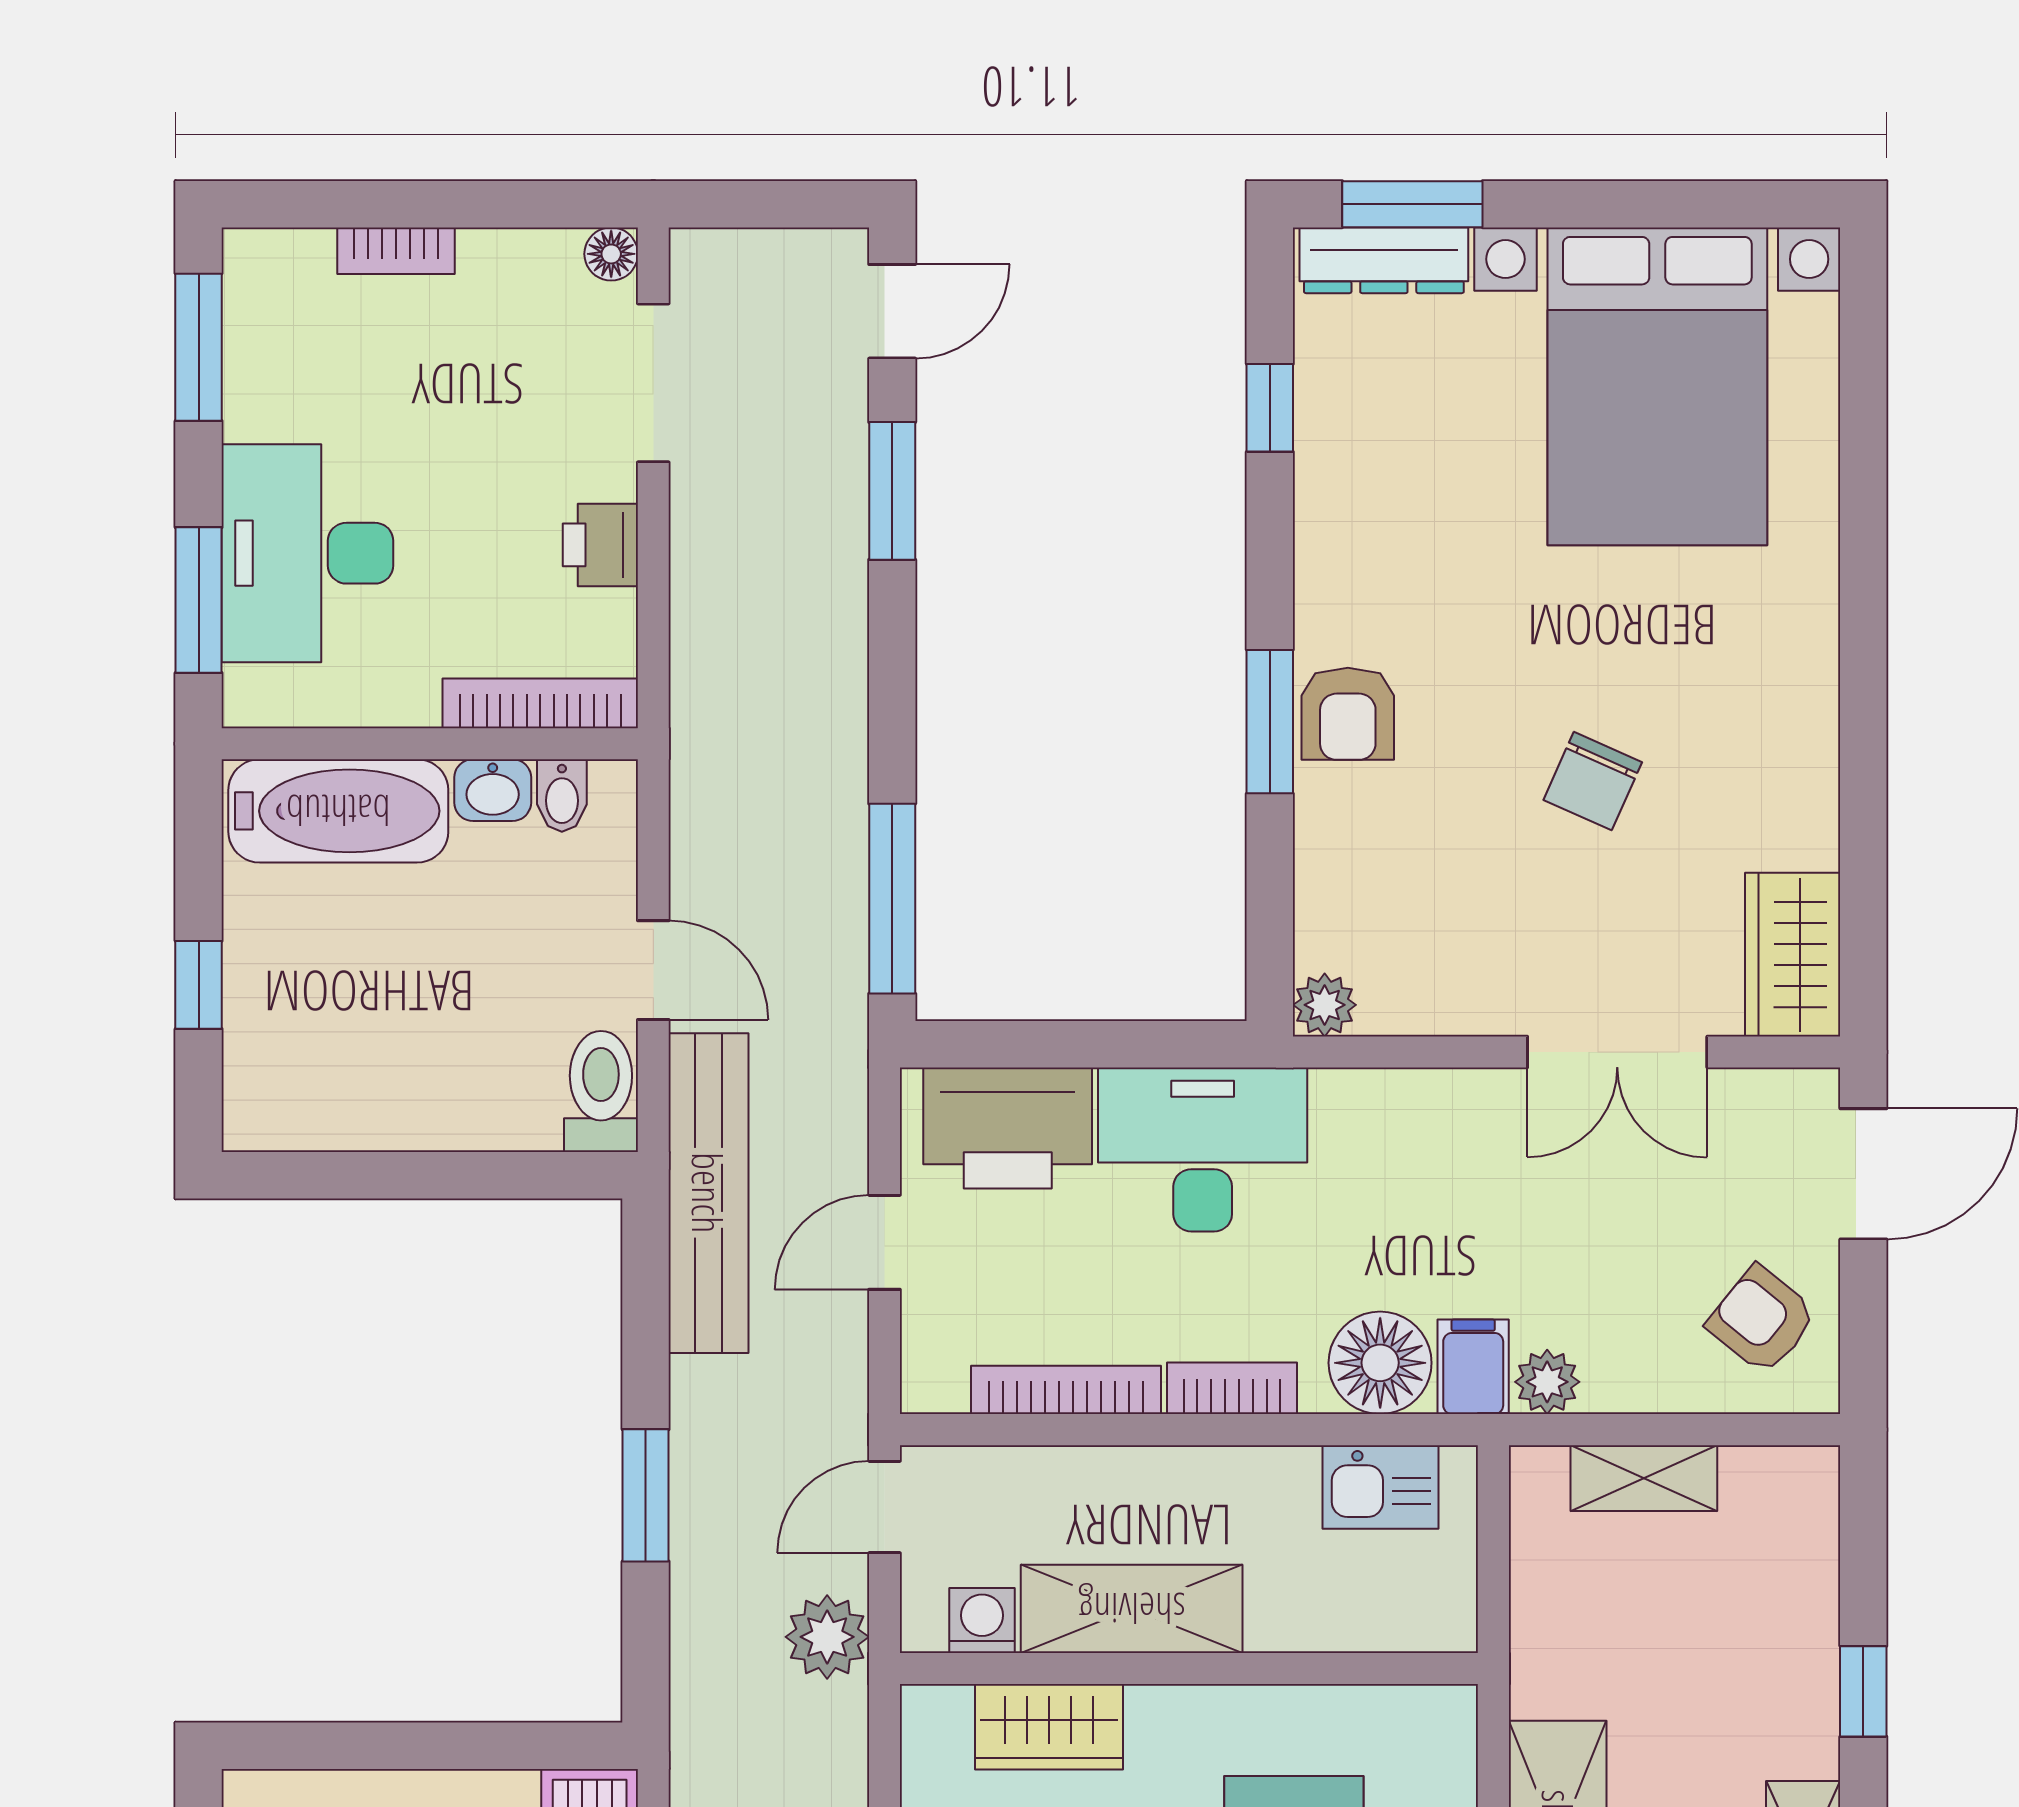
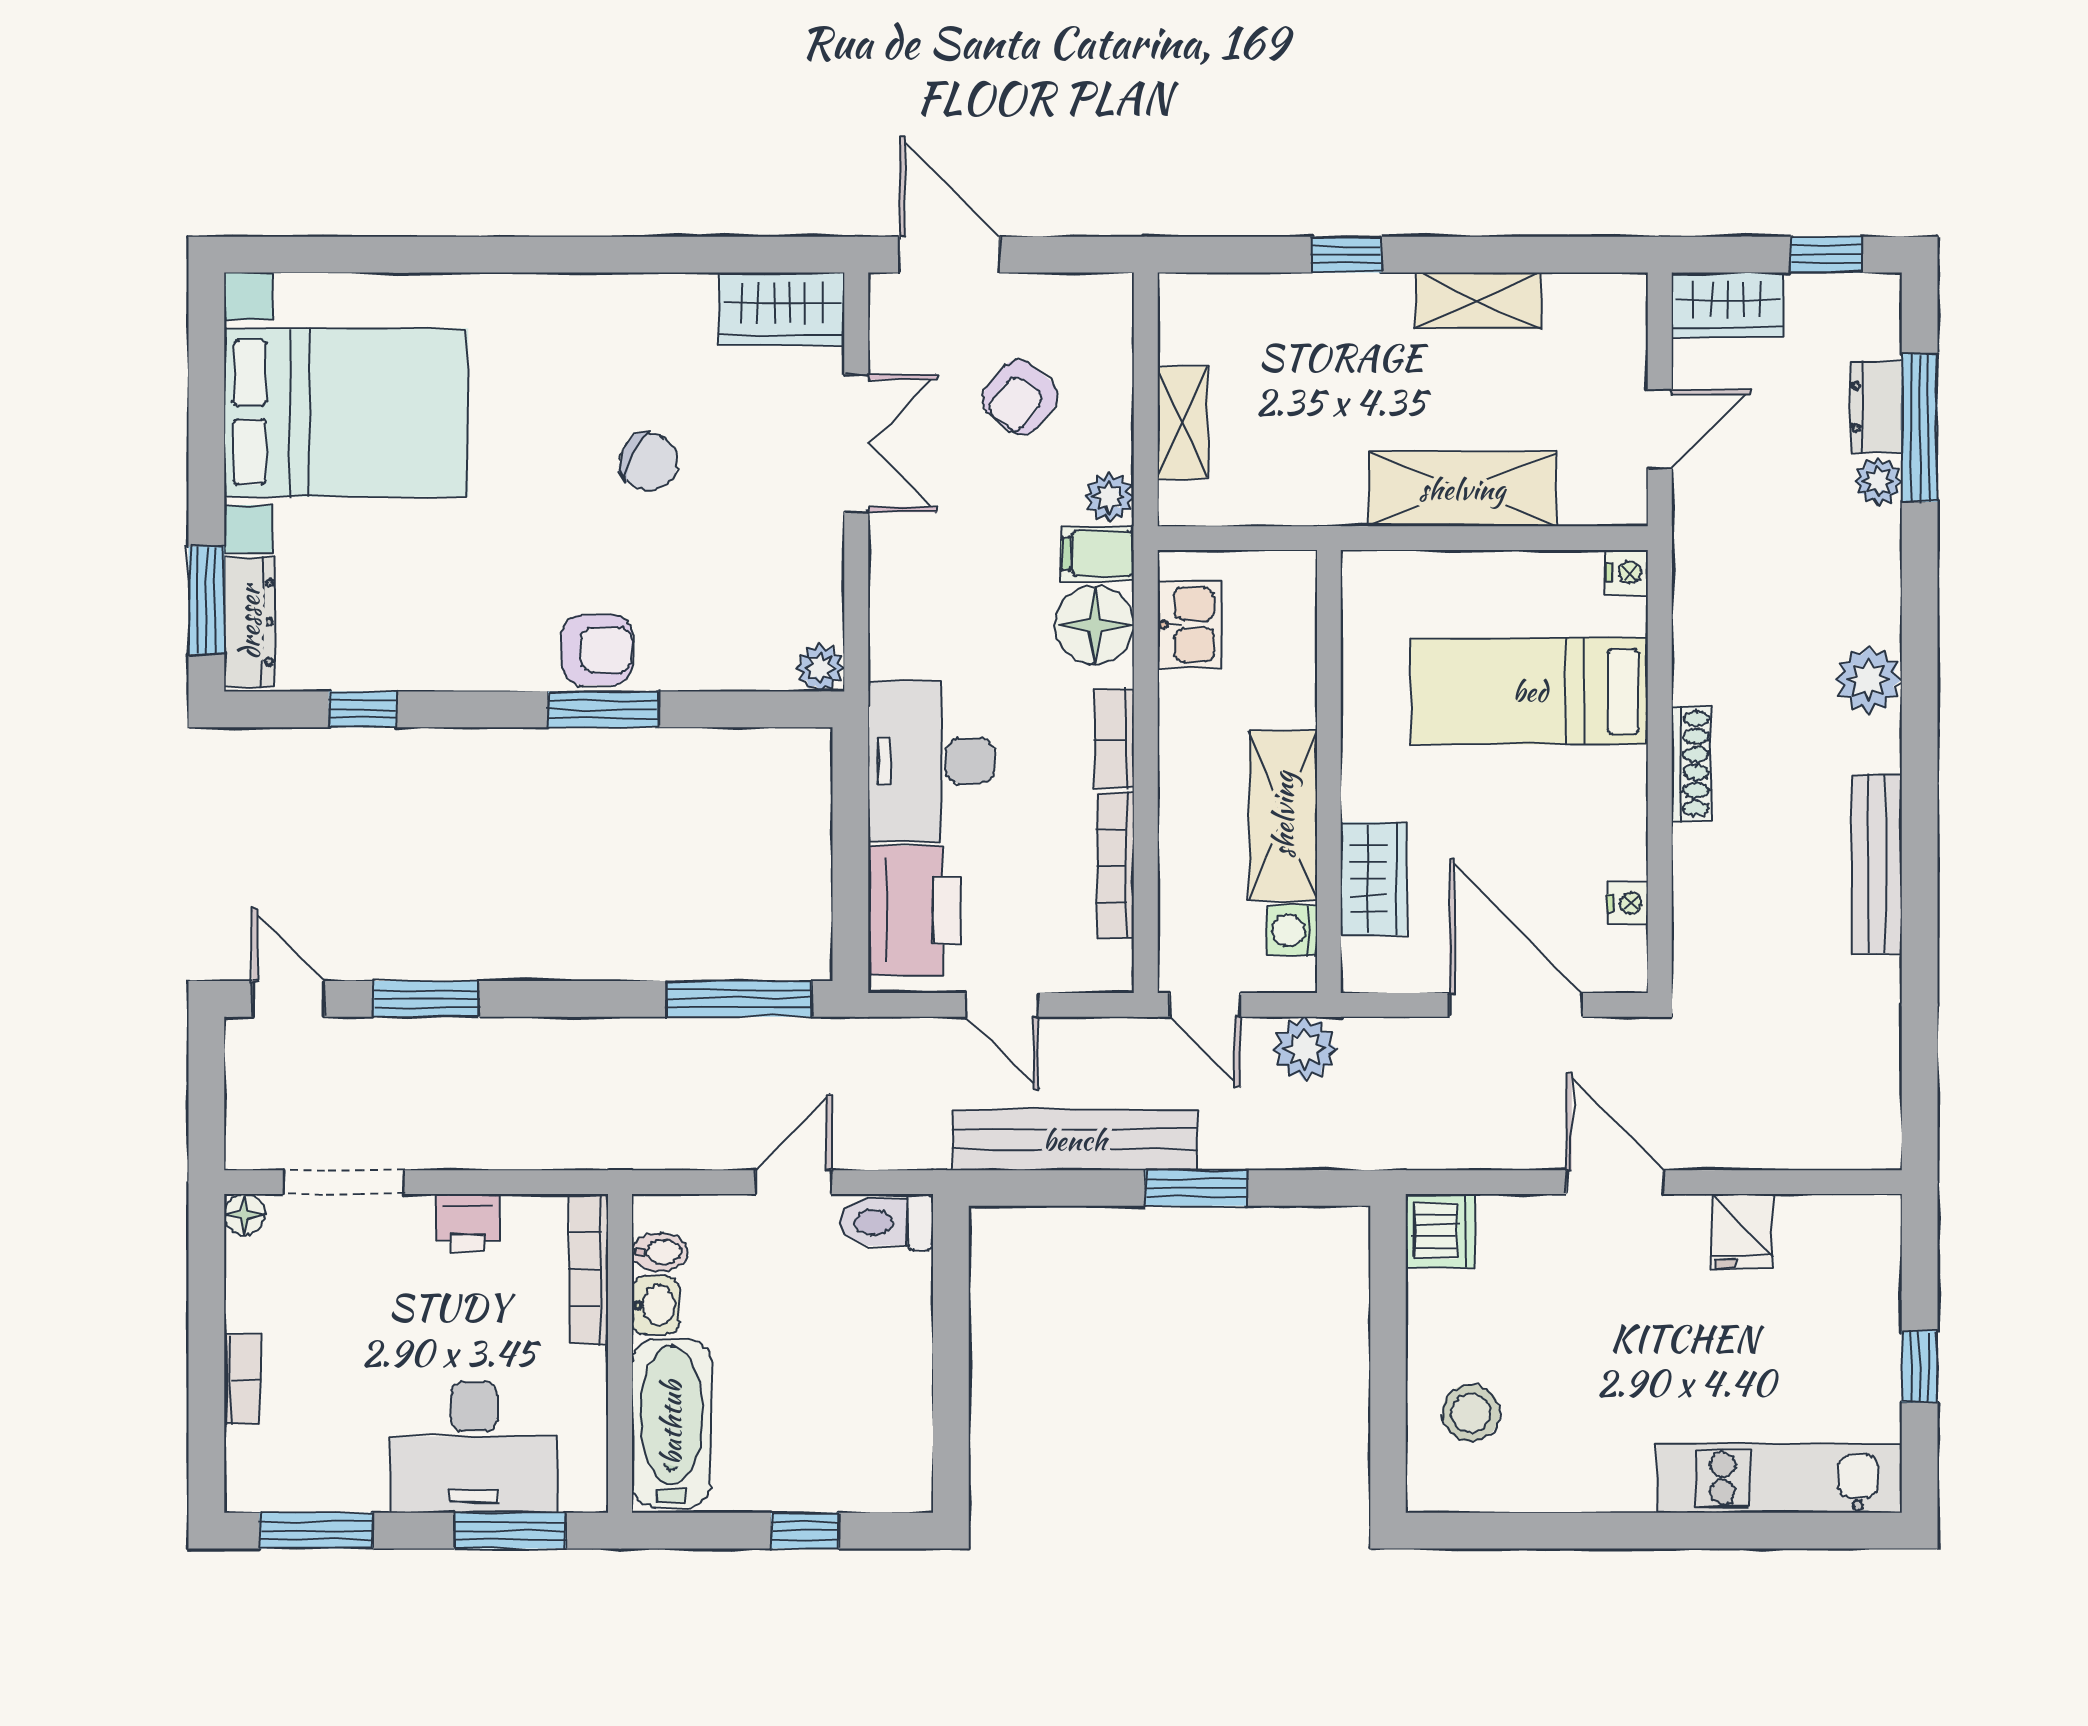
bench: (708, 1193) -> (1075, 1140), moved
armchair: (1762, 1320) -> (1020, 398), moved

